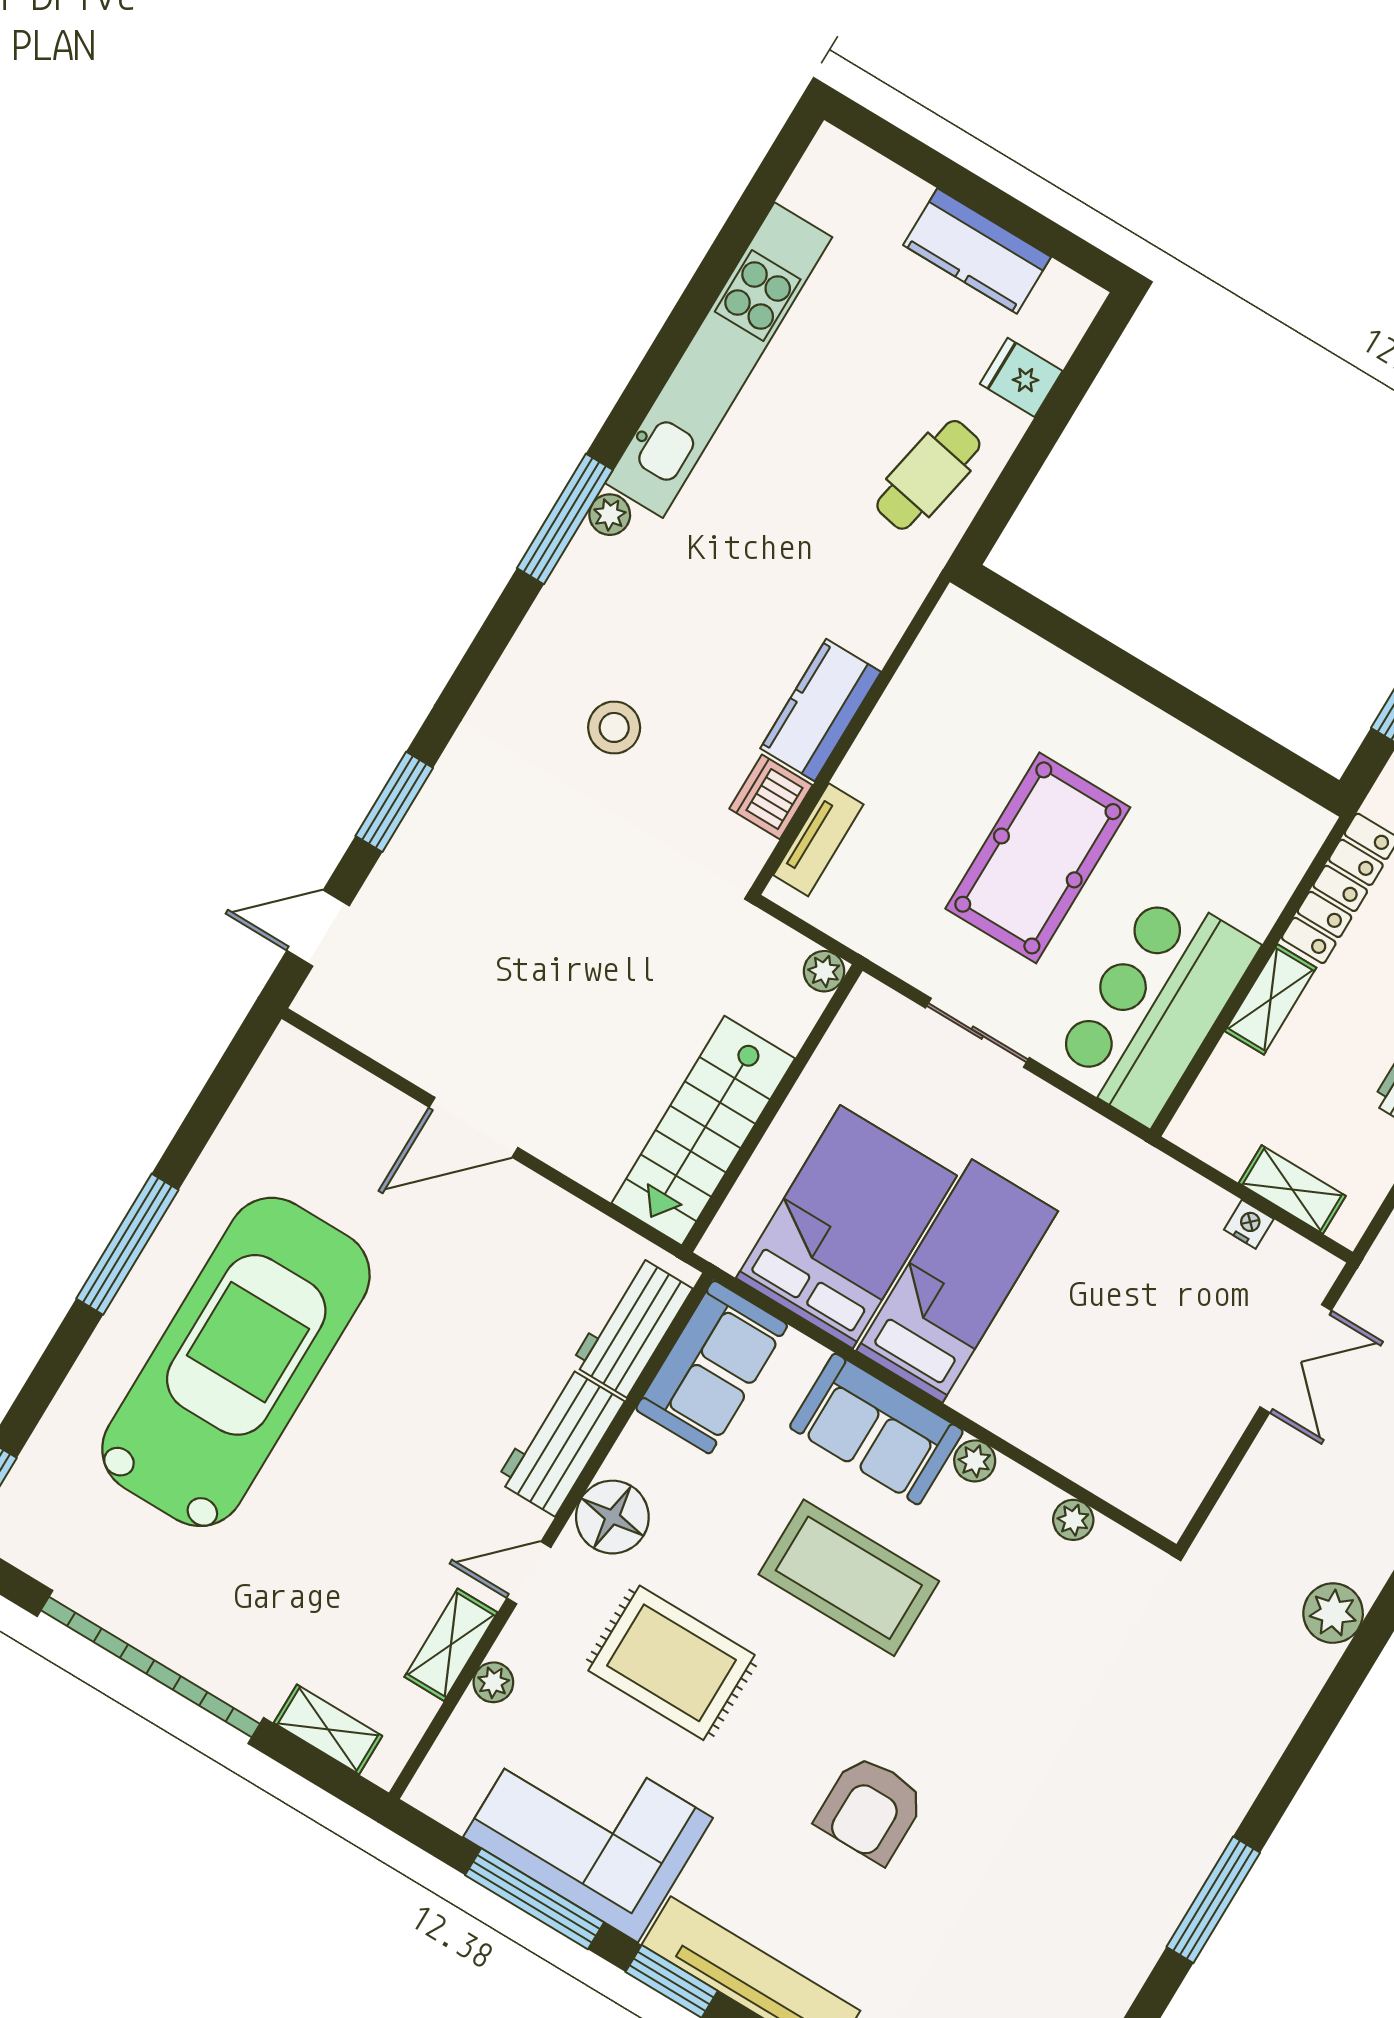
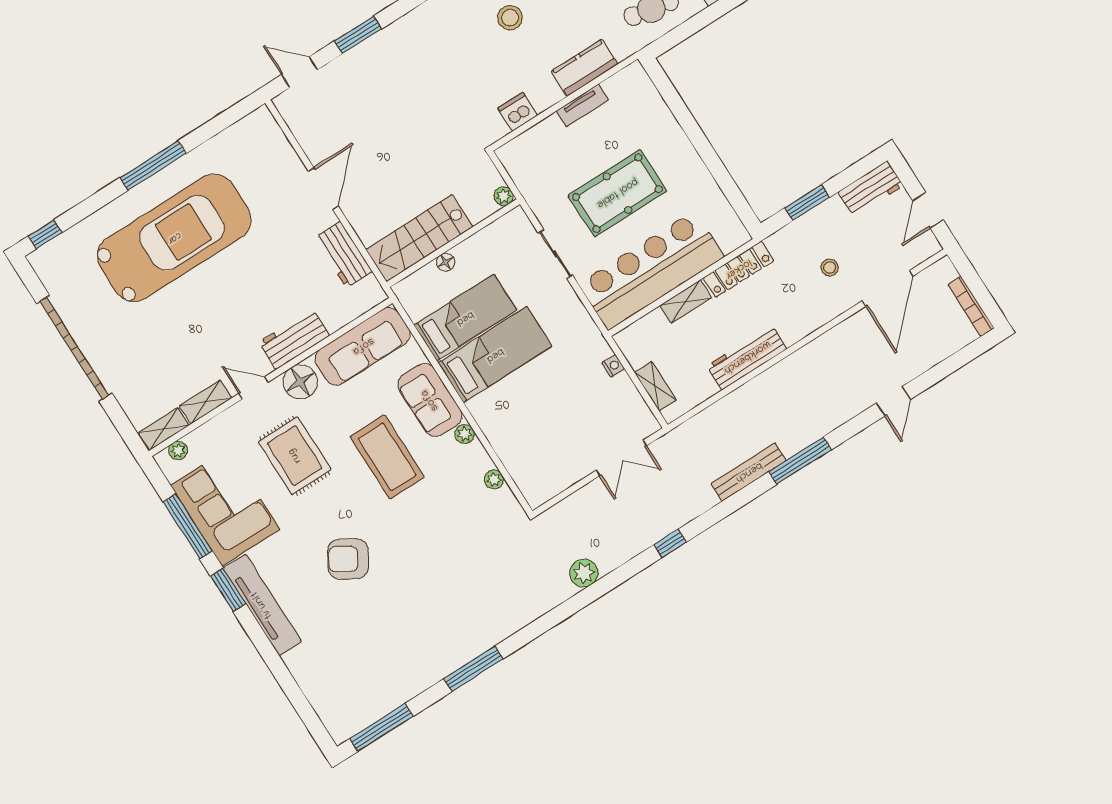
kitchen counter: (821, 710) -> (585, 68), moved
stool: (614, 727) -> (510, 18), moved
tv unit: (818, 840) -> (582, 105), moved
bar counter: (1155, 1006) -> (651, 270), width x1.36
door: (474, 1127) -> (323, 189), swing flipped
floor lamp: (776, 1152) -> (446, 262), added
nightstand: (1249, 1224) -> (613, 366), moved
bed: (846, 1227) -> (465, 318), width x0.67
workbench: (632, 1326) -> (343, 255), moved, turned -90
sofa: (712, 1367) -> (363, 346), width x1.36
plant: (493, 1682) -> (178, 450), moved
shelving: (328, 1729) -> (164, 429), moved, turned 90
armchair: (871, 1809) -> (348, 559), turned 31

